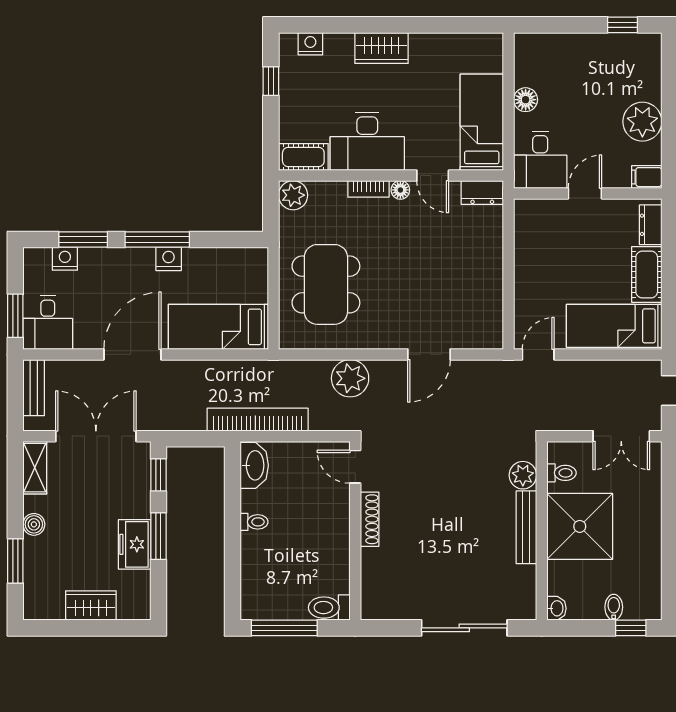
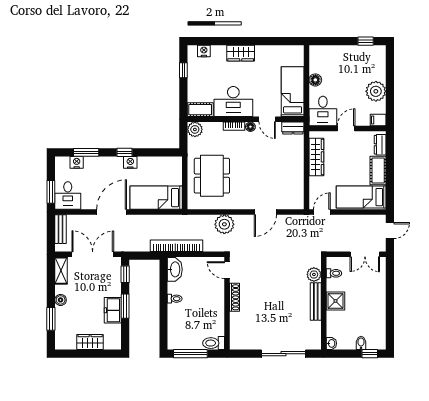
window: (157, 239) -> (125, 152), width x0.46
wardrobe: (528, 248) -> (316, 157), added
shower: (580, 526) -> (335, 301), width x0.54, depth x0.54

